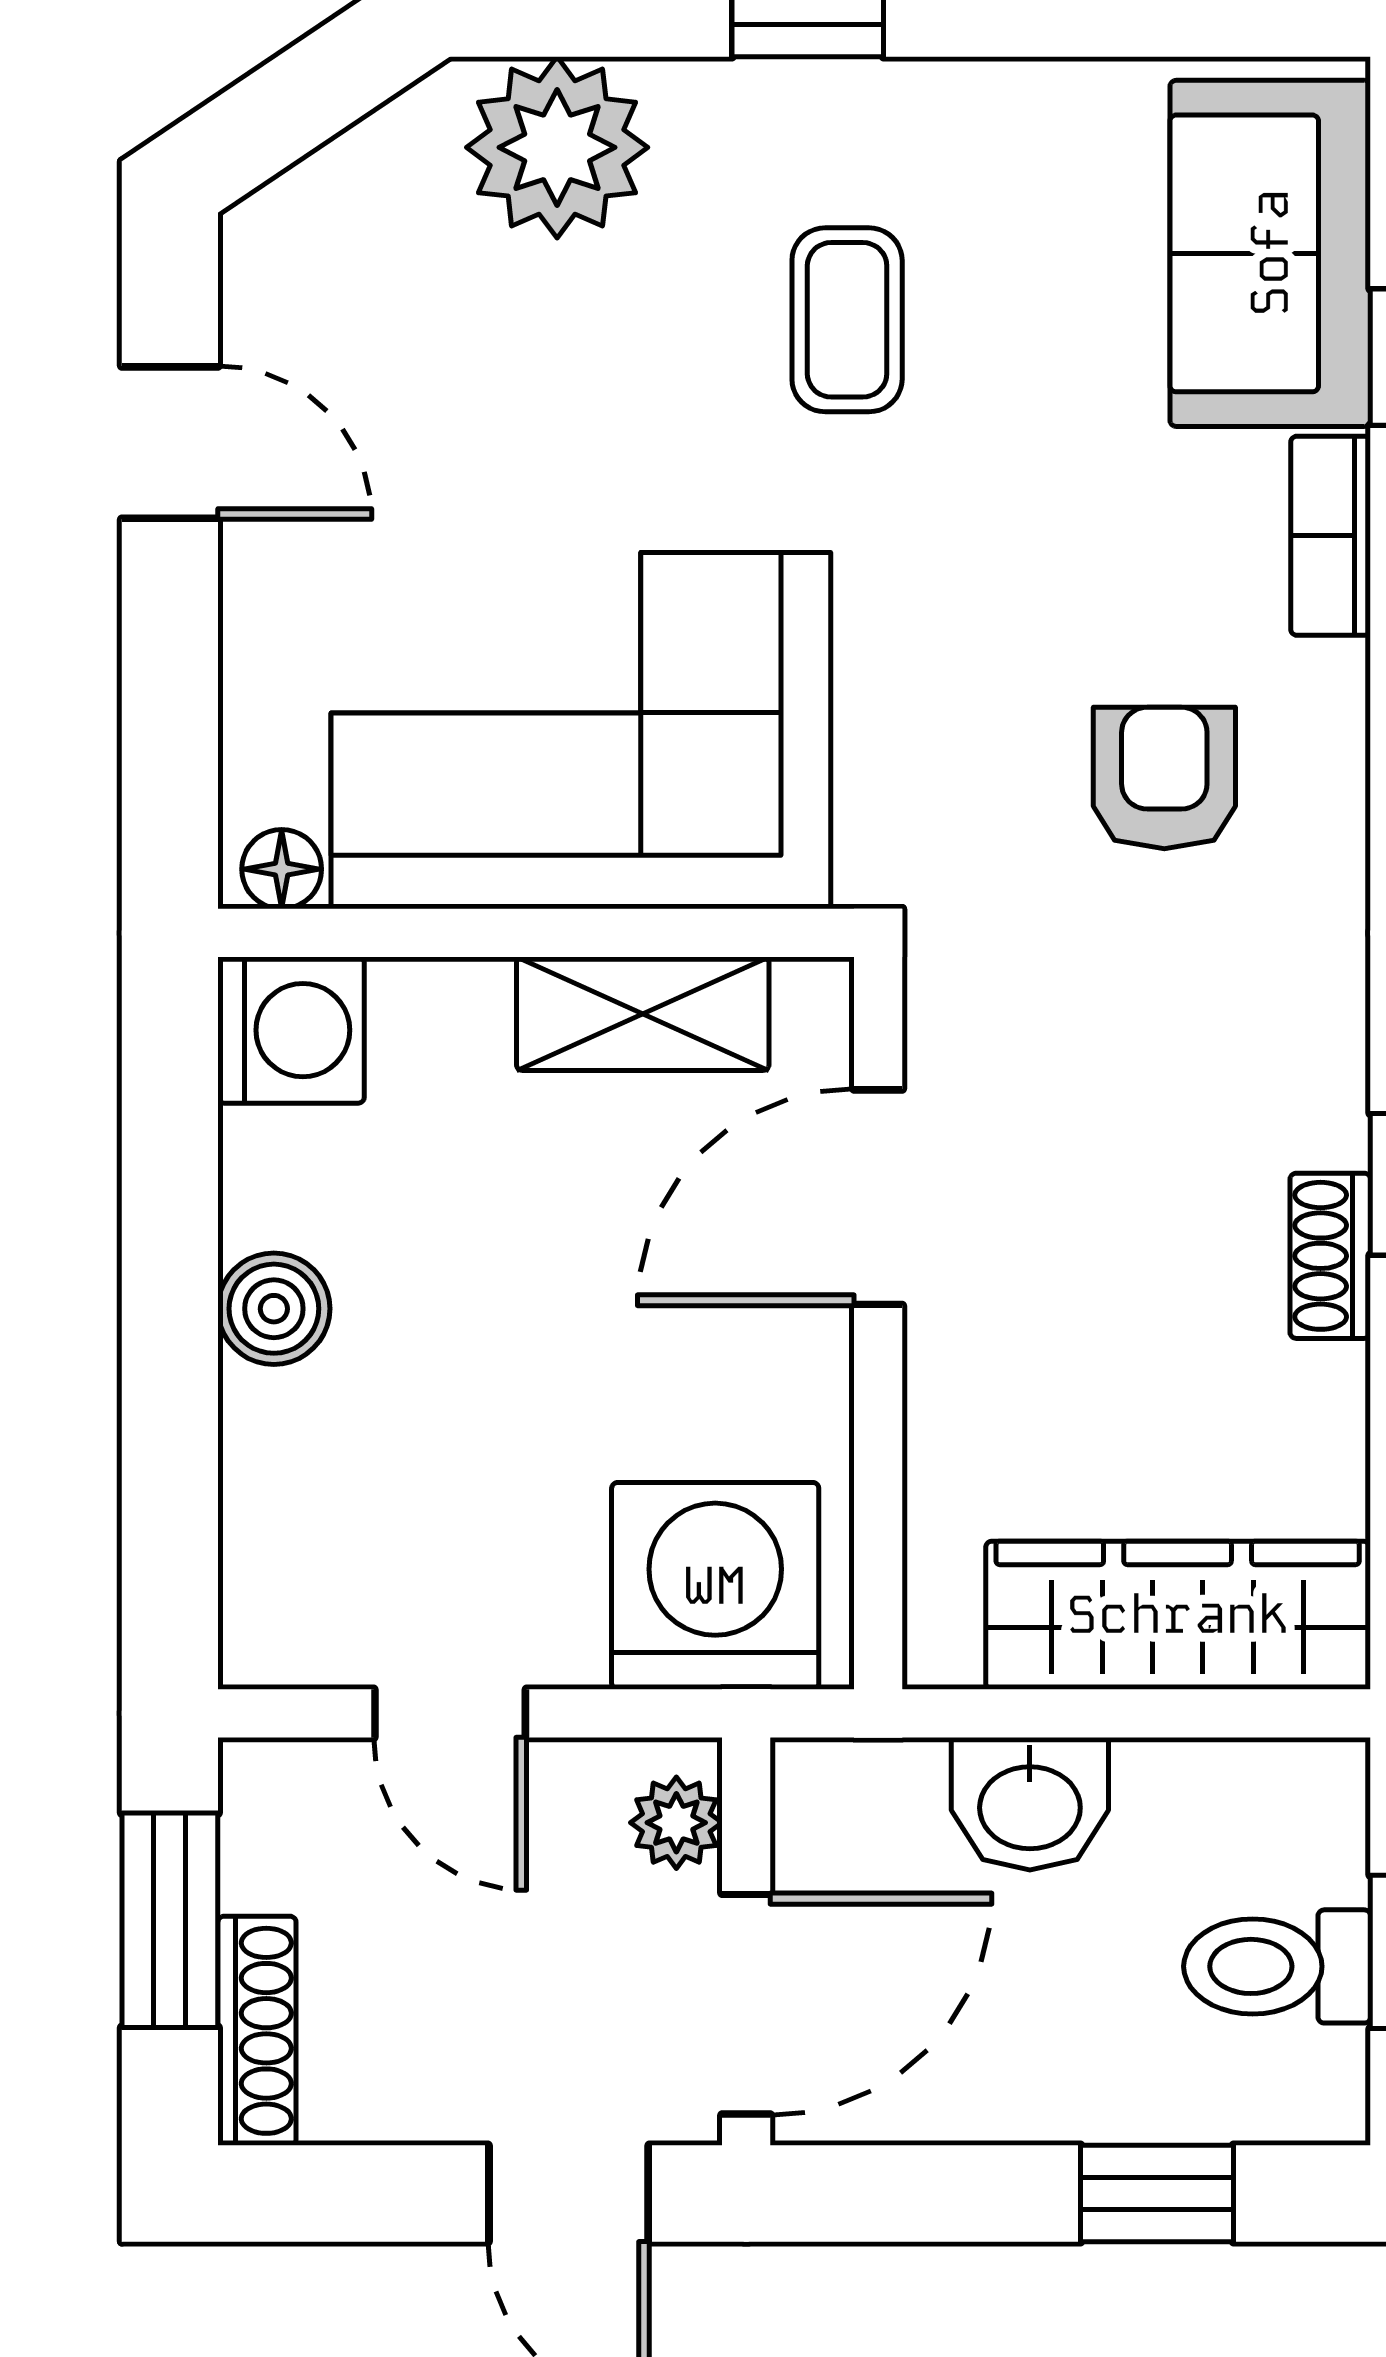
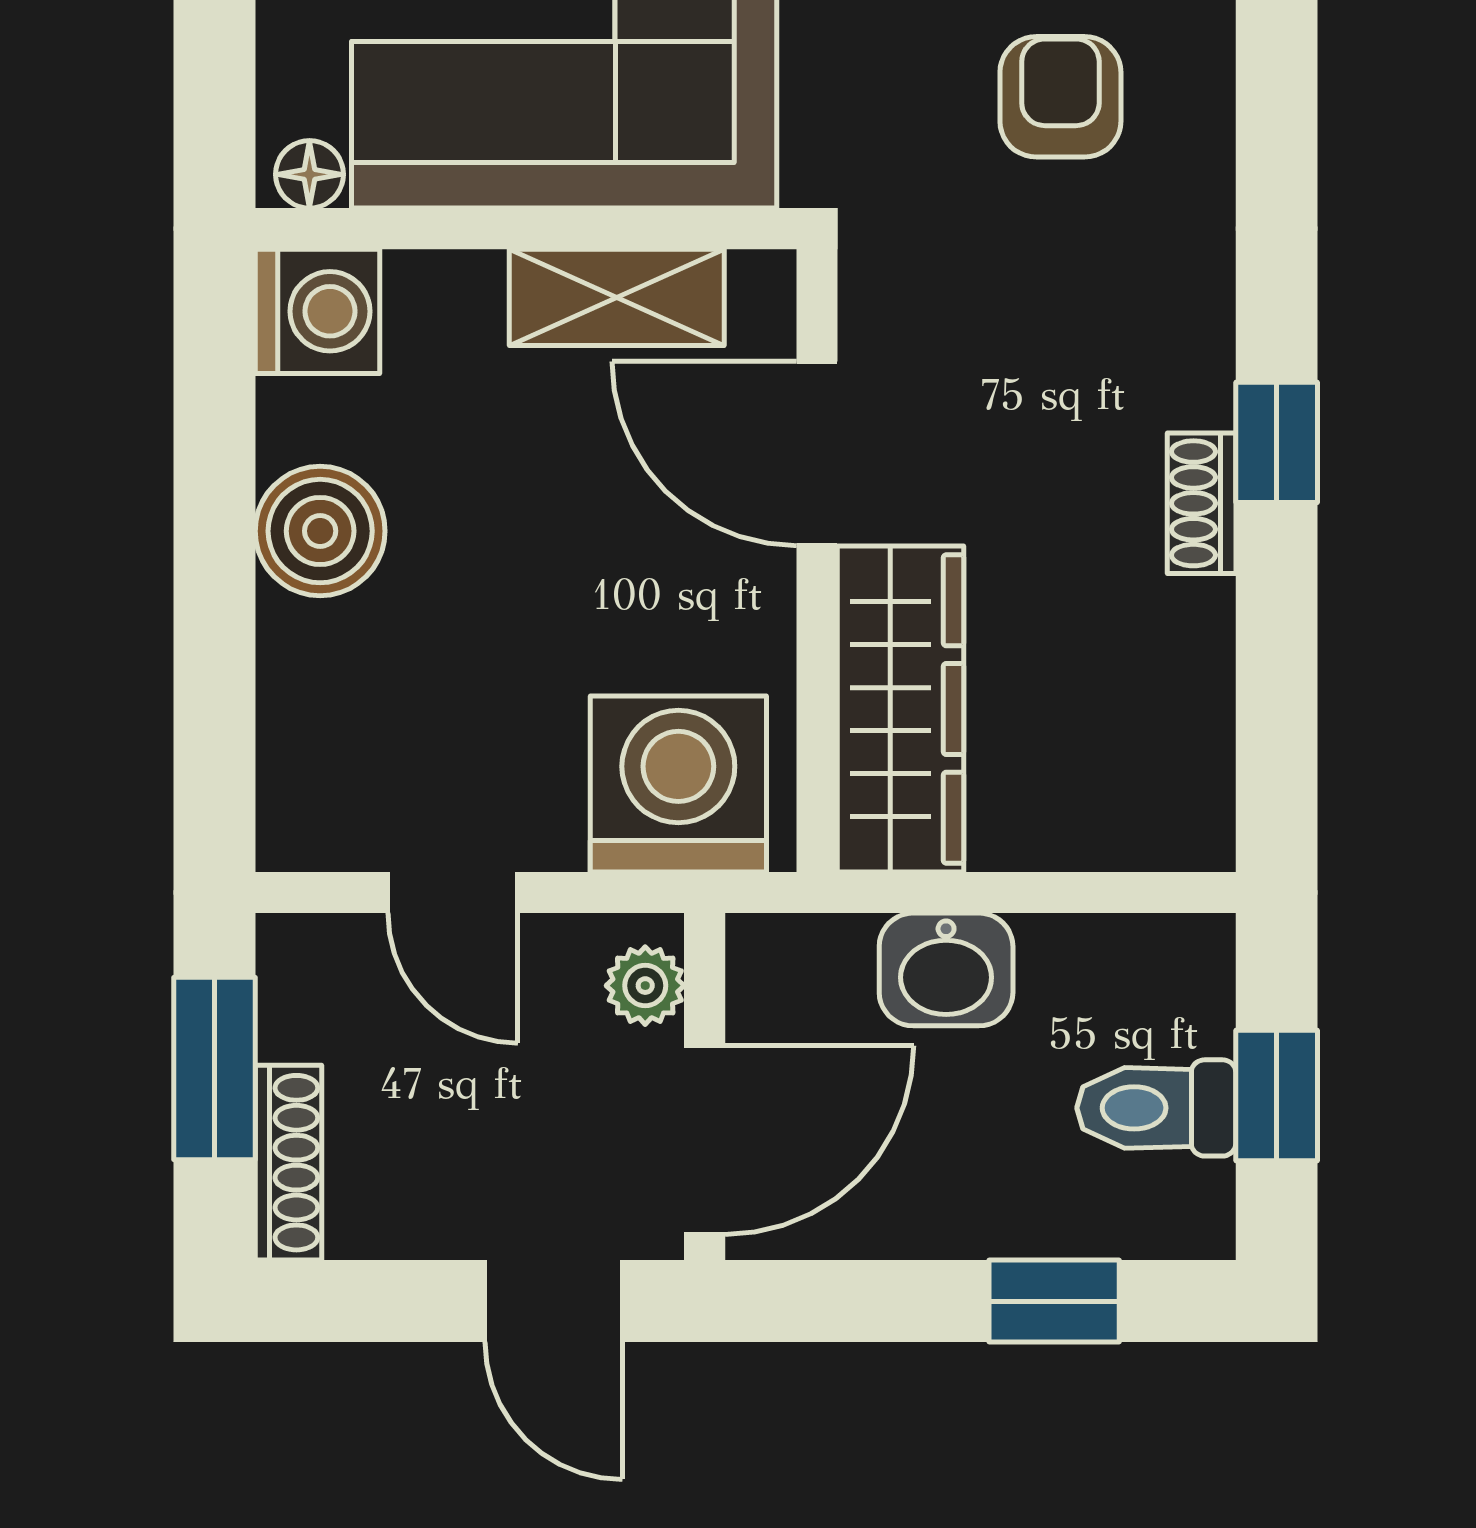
door: (878, 1197) -> (817, 454), hinge flipped
boiler: (274, 1309) -> (320, 531), width x1.36, depth x1.36
wardrobe: (1178, 1615) -> (901, 709), moved, turned 90

